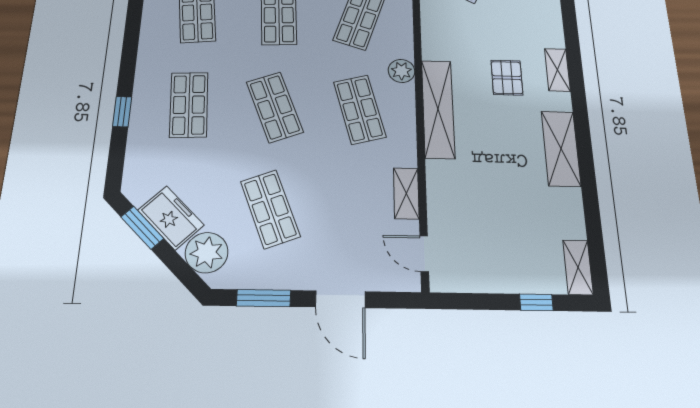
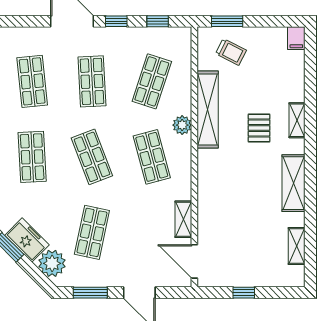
shelving: (438, 109) -> (208, 109), moved
shop shelf: (270, 209) -> (92, 232), turned 33
door: (424, 254) -> (194, 261), width x1.38
shelving: (578, 267) -> (297, 246), moved
window: (536, 302) -> (244, 293), moved

